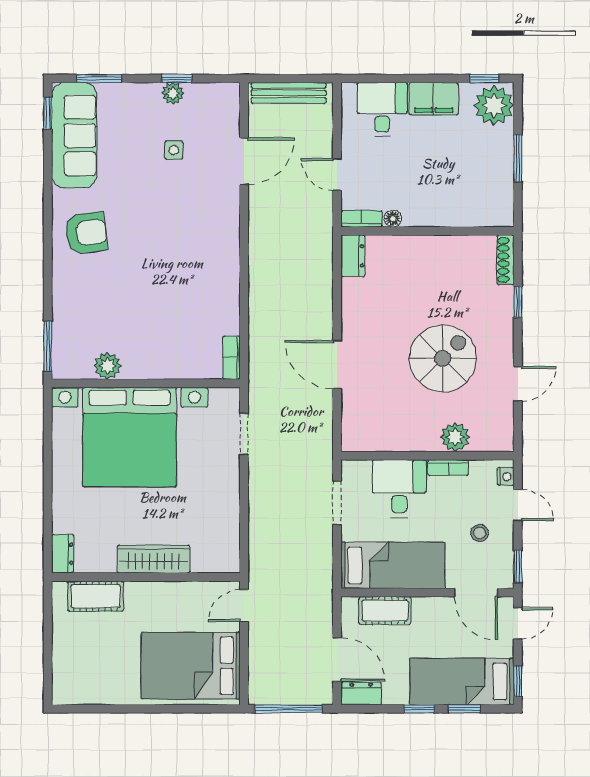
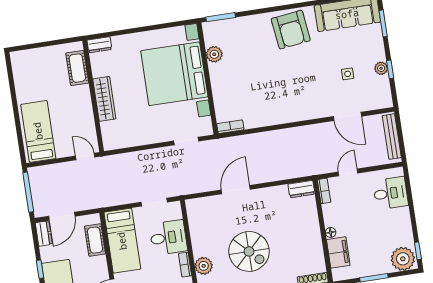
filing cabinet: (434, 99) -> (338, 252), moved, turned 180
floor lamp: (393, 219) -> (331, 232), moved
armchair: (86, 233) -> (291, 30), width x1.36, depth x1.36
bed: (191, 666) -> (38, 131), width x0.67

